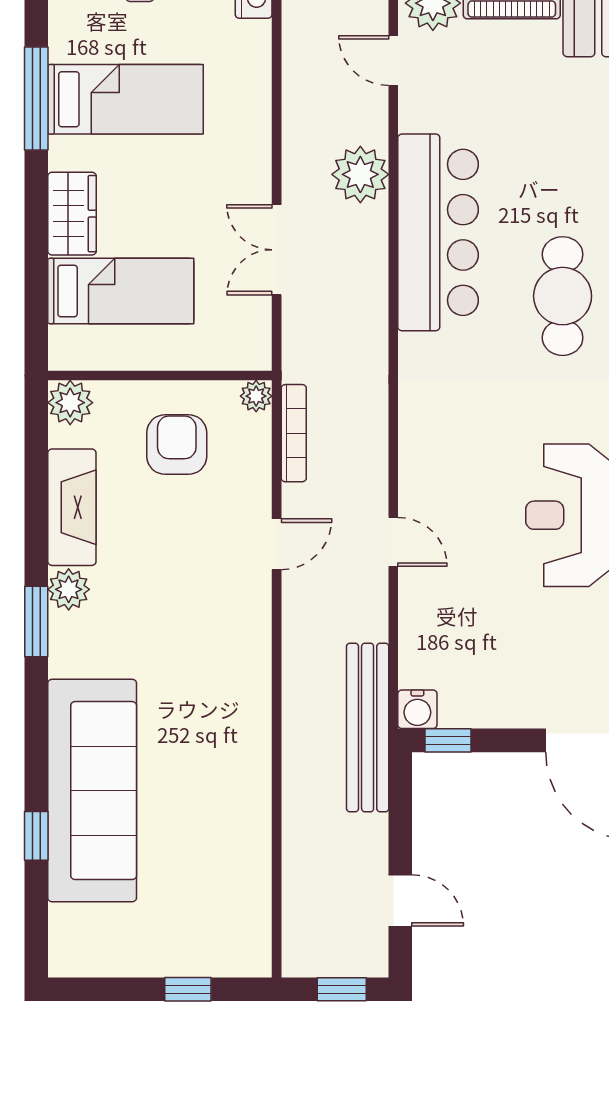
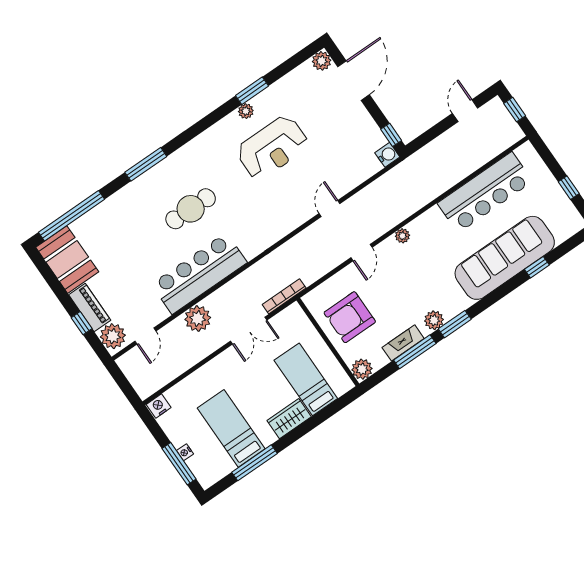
plant: (256, 396) -> (402, 236), moved
bookcase: (294, 433) -> (284, 296), moved
armchair: (177, 445) -> (350, 317), width x1.36, depth x1.36
fireplace: (72, 507) -> (403, 343), width x0.73, depth x0.76
window: (36, 517) -> (415, 352), added
door: (277, 544) -> (361, 253), swing flipped
bench: (368, 727) -> (408, 169), removed
bar counter: (232, 836) -> (485, 192), added
window: (188, 989) -> (569, 188), moved

